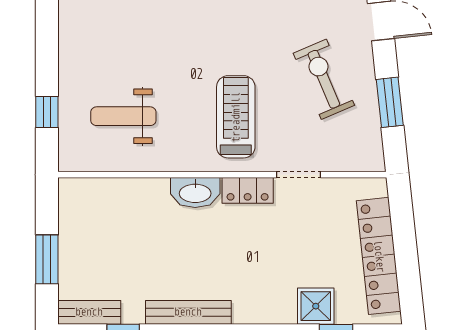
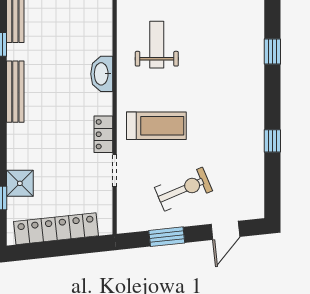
washbasin: (195, 192) -> (102, 74), moved

